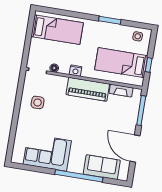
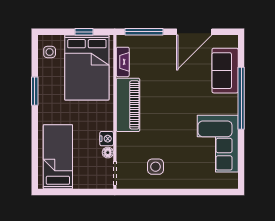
bed: (121, 63) -> (87, 68), width x1.50
nightstand: (76, 71) -> (107, 139), moved

